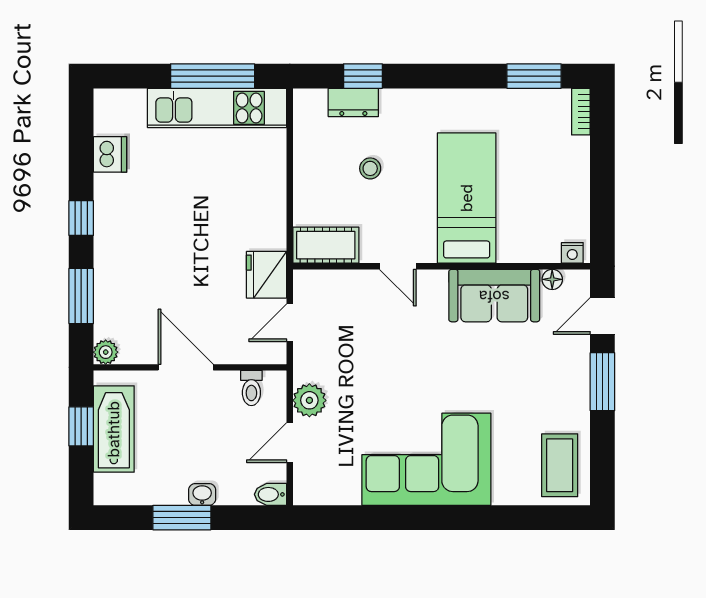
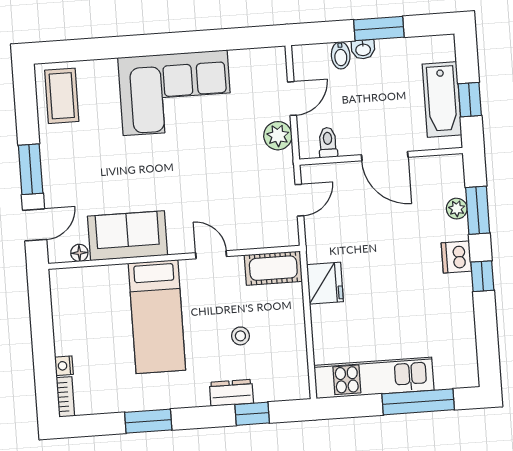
window: (213, 76) -> (418, 402), moved
window: (534, 76) -> (148, 421), moved
dresser: (353, 102) -> (231, 393), moved
dishwasher: (110, 154) -> (456, 257), moved
nightstand: (572, 253) -> (64, 366), moved, turned -90
fridge: (267, 275) -> (325, 283), moved
plant: (106, 352) -> (457, 209), moved
bidet: (271, 494) -> (341, 55), moved, turned 90

